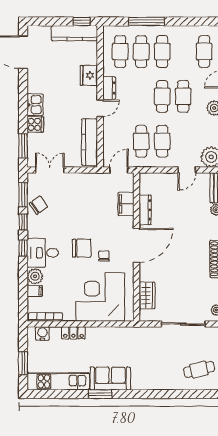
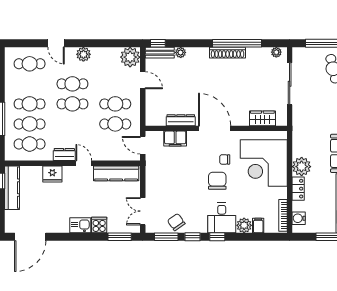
plant: (97, 336) -> (302, 167), added

